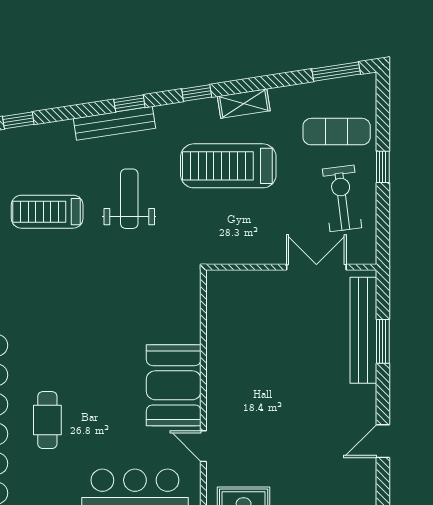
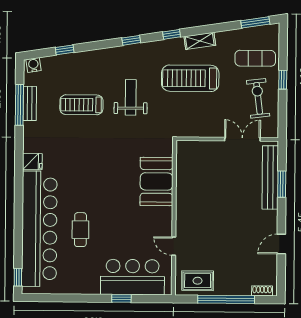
bench: (114, 123) -> (122, 52), removed
booth: (174, 385) -> (157, 181), moved

